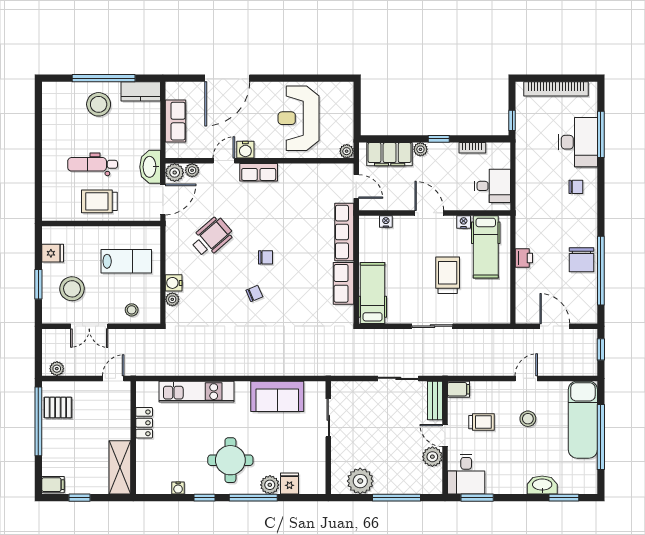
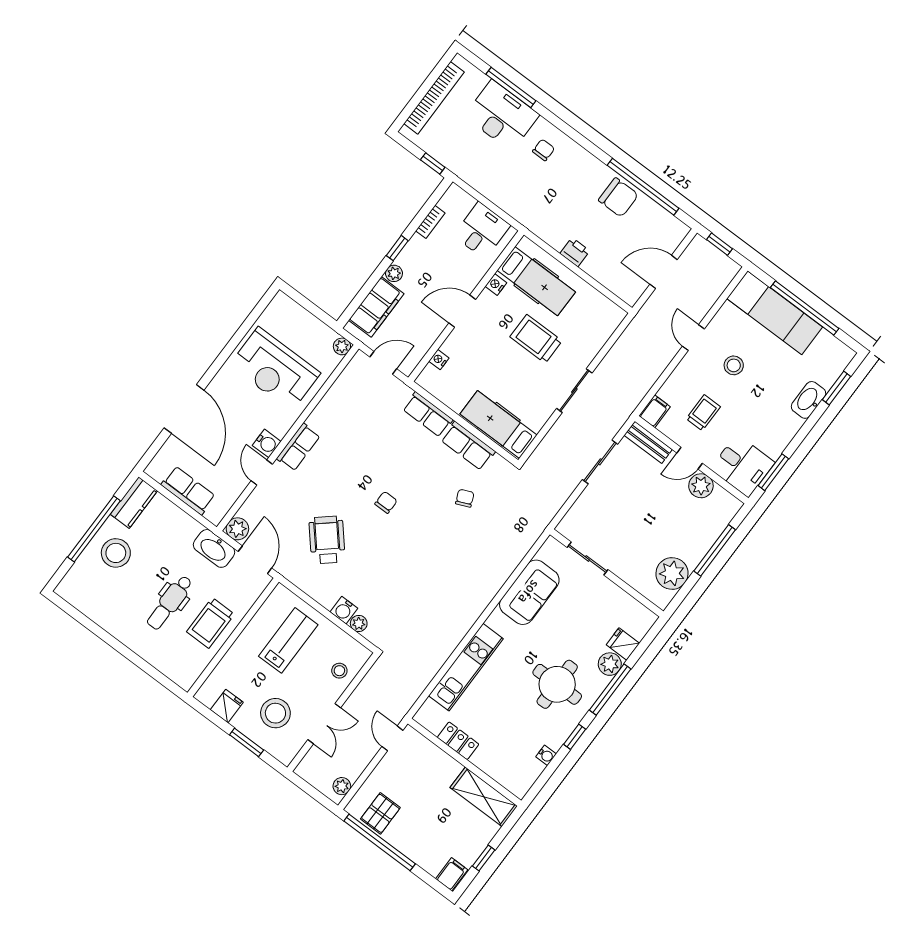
plant: (192, 170) -> (248, 510), removed
row of seats: (344, 232) -> (428, 414), width x0.68
chair: (254, 293) -> (465, 498), moved

